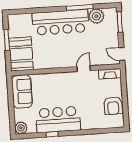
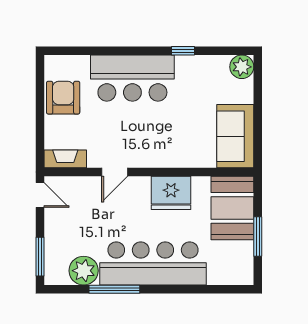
fridge: (54, 60) -> (171, 193), added
bar counter: (58, 120) -> (132, 78), moved

